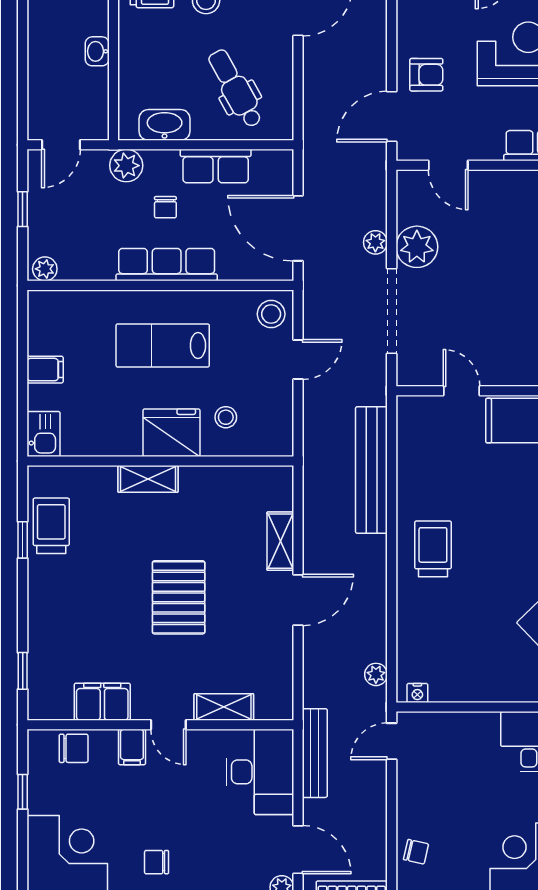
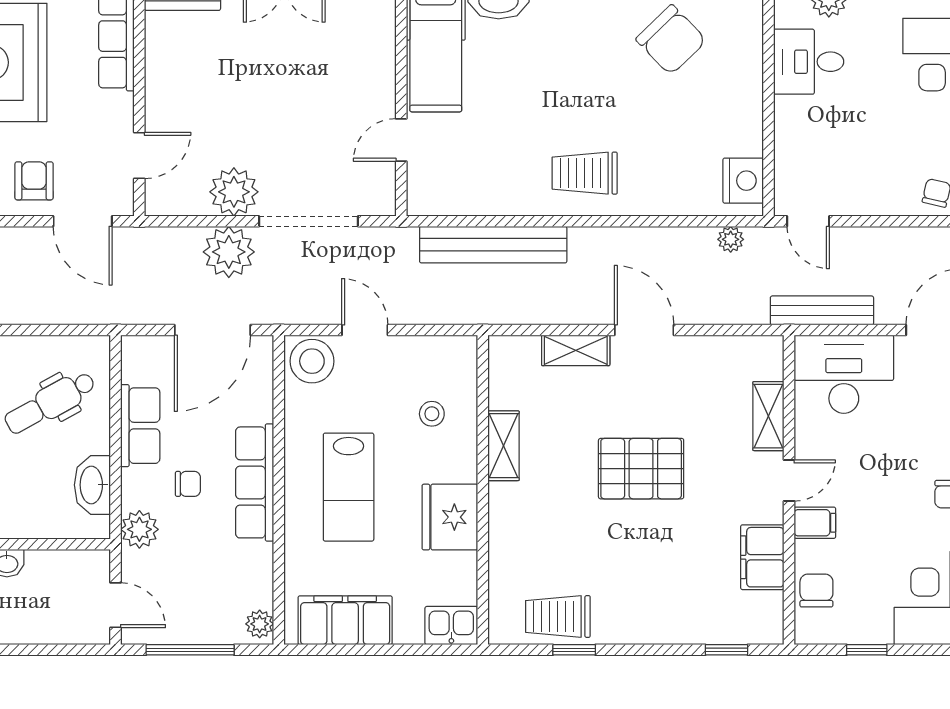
window: (23, 209) -> (190, 650), width x2.17
plant: (375, 242) -> (229, 252), width x1.88, depth x1.88
stool: (271, 314) -> (312, 361), width x1.38, depth x1.38
filing cabinet: (45, 370) -> (345, 620), width x3.00, depth x1.17
fridge: (171, 433) -> (450, 517), moved
shelving: (148, 479) -> (504, 446), moved
nightstand: (417, 693) -> (743, 181), width x1.89, depth x1.79

